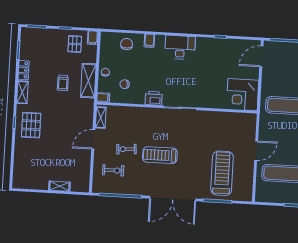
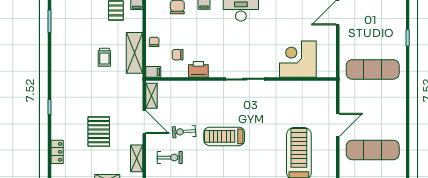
locker: (24, 70) -> (57, 152), moved
shelving: (22, 92) -> (137, 158), moved
corner desk: (243, 95) -> (298, 59), moved, turned 90
printer: (154, 98) -> (198, 69), moved
pallet: (31, 125) -> (99, 132), moved
door: (93, 139) -> (144, 122), swing flipped

